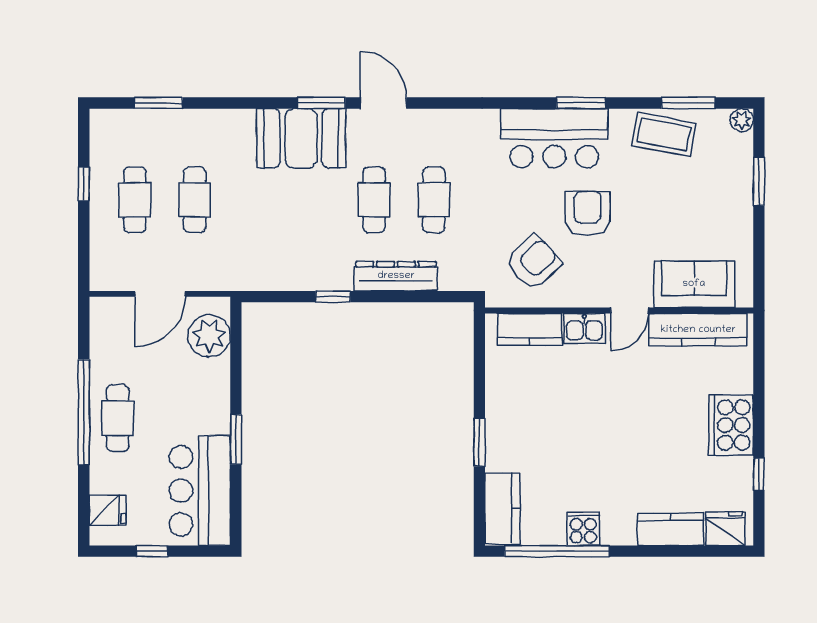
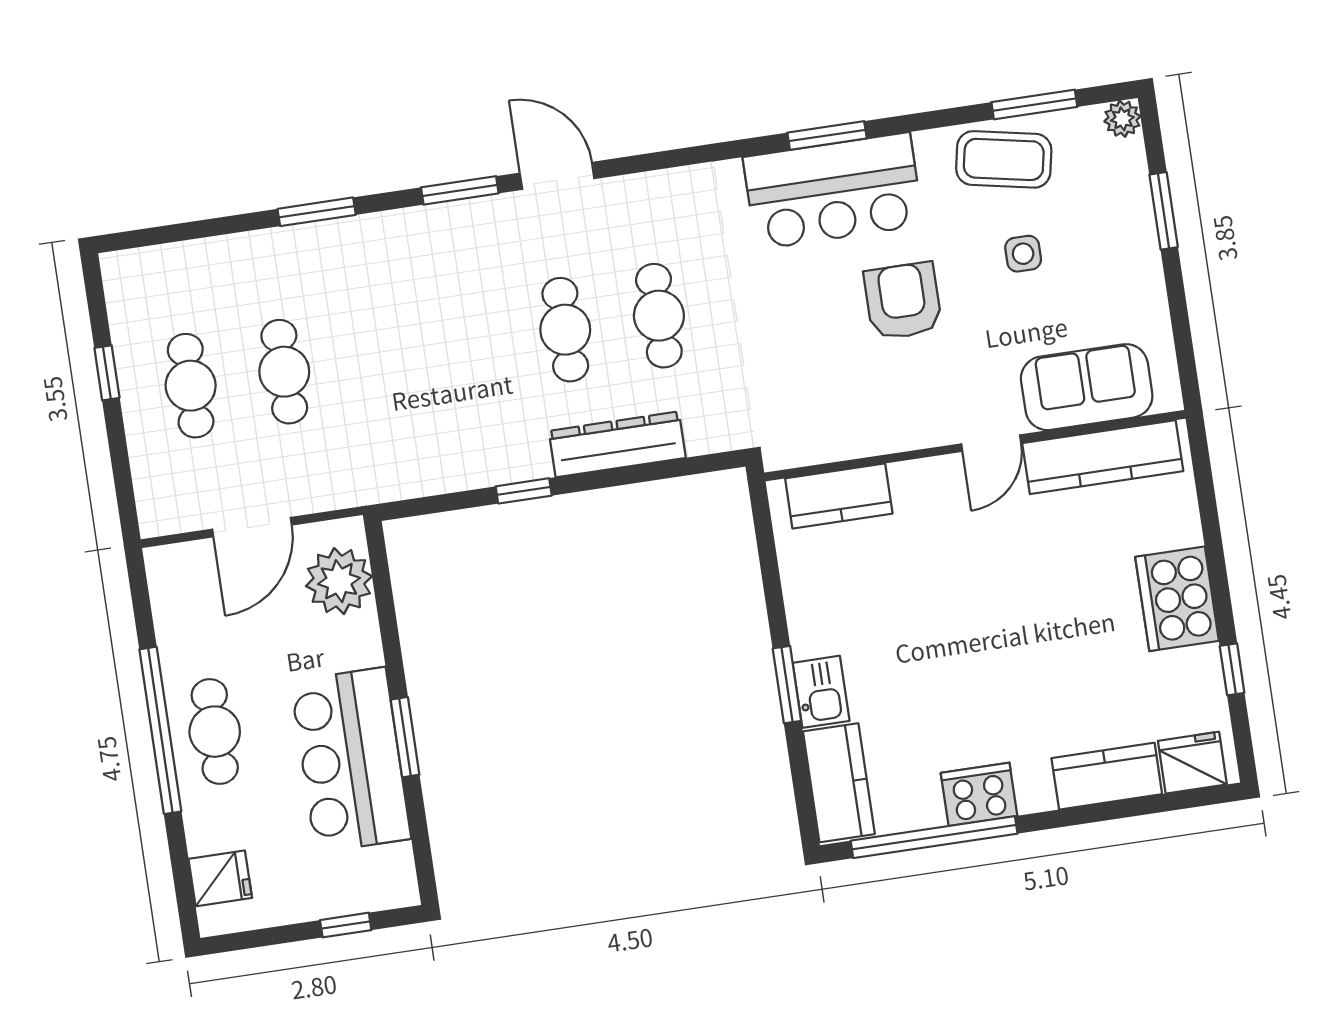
window: (159, 103) -> (317, 212), moved
window: (581, 103) -> (827, 135), moved
booth: (301, 138) -> (437, 250), removed
side table: (667, 195) -> (1023, 254), added
armchair: (533, 262) -> (829, 390), removed
kitchen sink: (584, 328) -> (821, 692), moved, turned -90
bar counter: (200, 491) -> (351, 760), moved
cooker: (583, 529) -> (979, 794), width x1.36
window: (152, 551) -> (346, 925), moved

